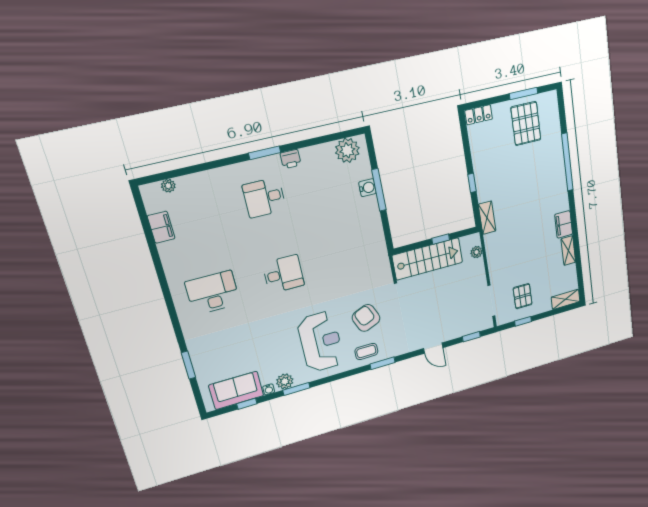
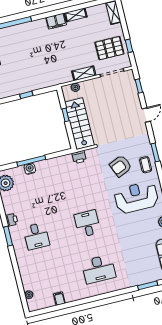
shelving: (487, 218) -> (84, 73), moved
filing cabinet: (161, 227) -> (59, 299), width x0.50
printer: (381, 260) -> (79, 157), added
desk: (213, 293) -> (99, 269), turned -90
pallet: (523, 296) -> (109, 48), width x1.50, depth x1.42

